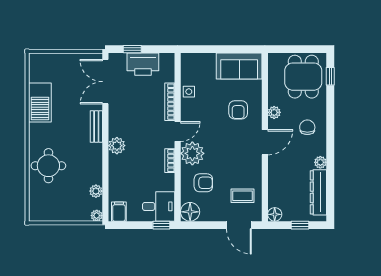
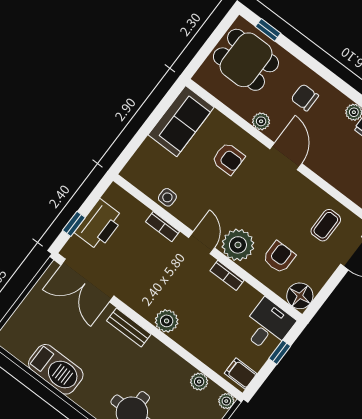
bookcase: (170, 102) -> (163, 227), width x0.64
window: (161, 225) -> (280, 352), moved

